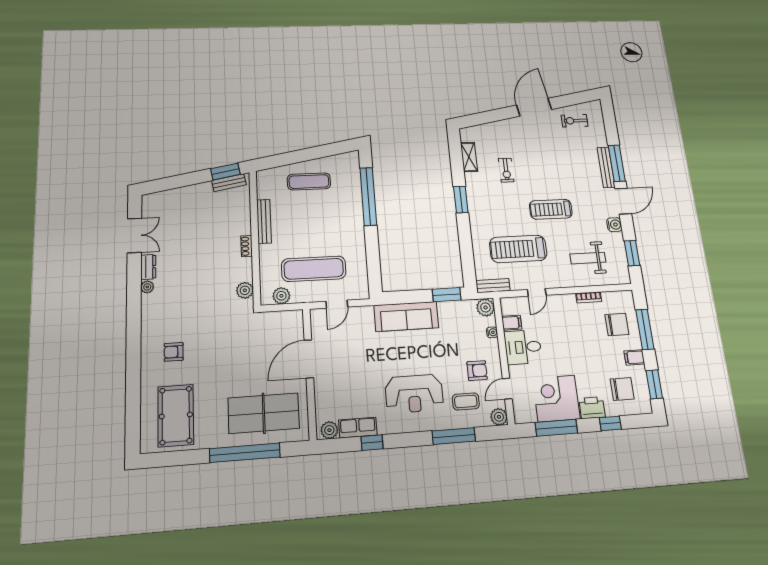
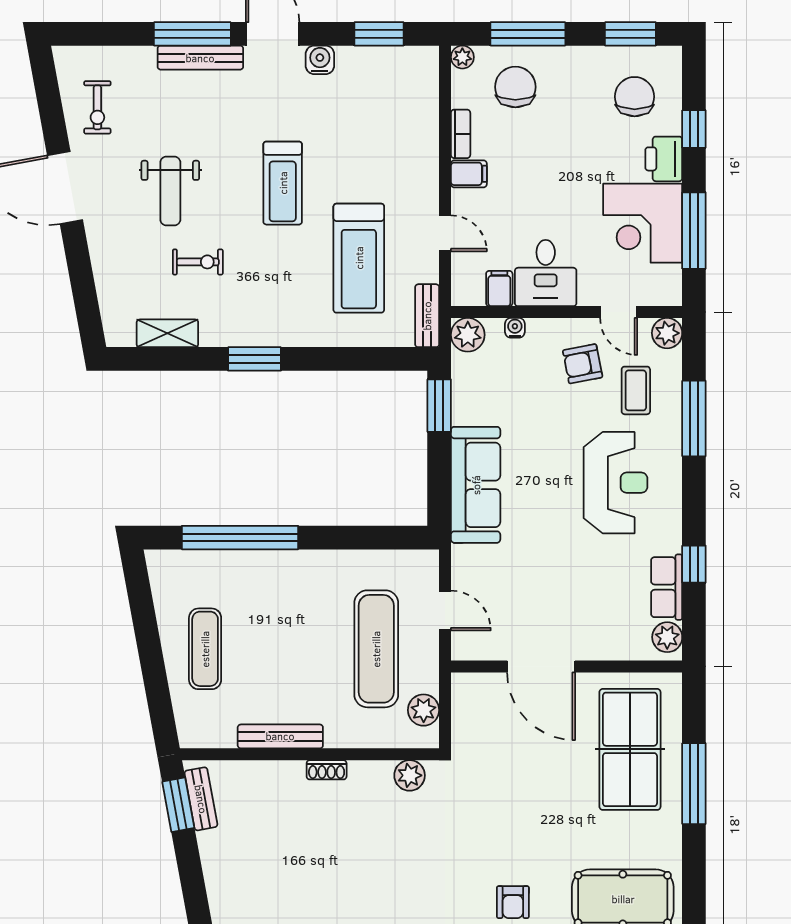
weight bench: (588, 258) -> (170, 191), moved
plant: (628, 296) -> (462, 57), added
filing cabinet: (634, 357) -> (469, 174), moved, turned -90
armchair: (477, 371) -> (583, 364), turned -101
window: (245, 453) -> (694, 784), width x0.68

